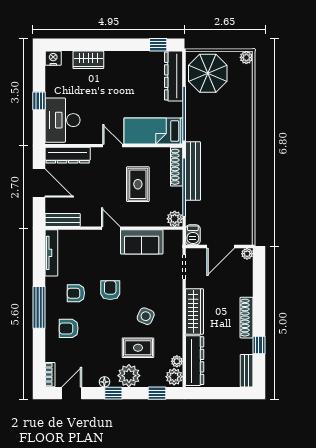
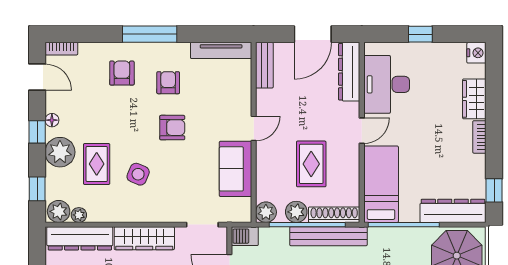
bookcase: (117, 56) -> (479, 137), added
desk: (63, 120) -> (387, 84), moved, turned -90
rug: (138, 184) -> (311, 164), turned 90
plant: (174, 196) -> (296, 212), added

